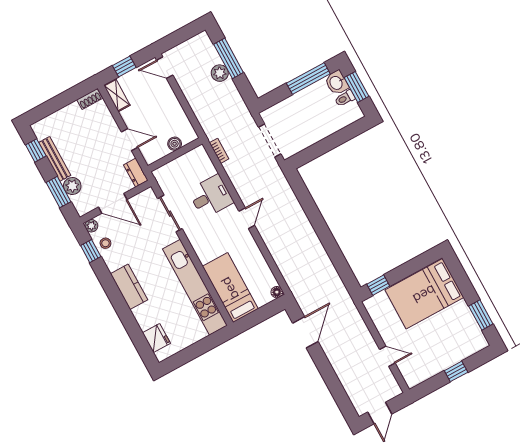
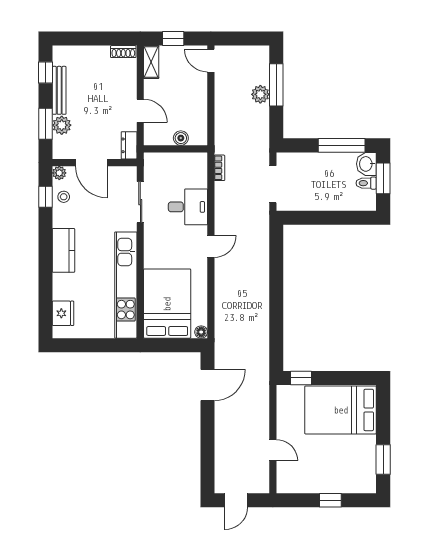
bed: (230, 288) -> (167, 304), width x1.50

